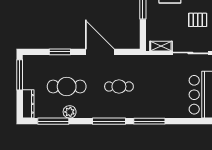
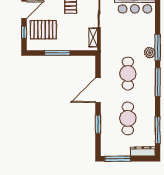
cafe table: (119, 87) -> (128, 73), width x1.37, depth x1.35
plant: (70, 112) -> (150, 53), moved

